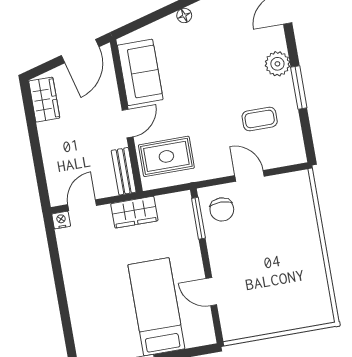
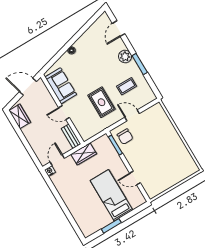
door: (80, 51) -> (28, 87), swing flipped
door: (128, 124) -> (64, 113), swing flipped
rug: (166, 156) -> (102, 102), moved, turned 90

